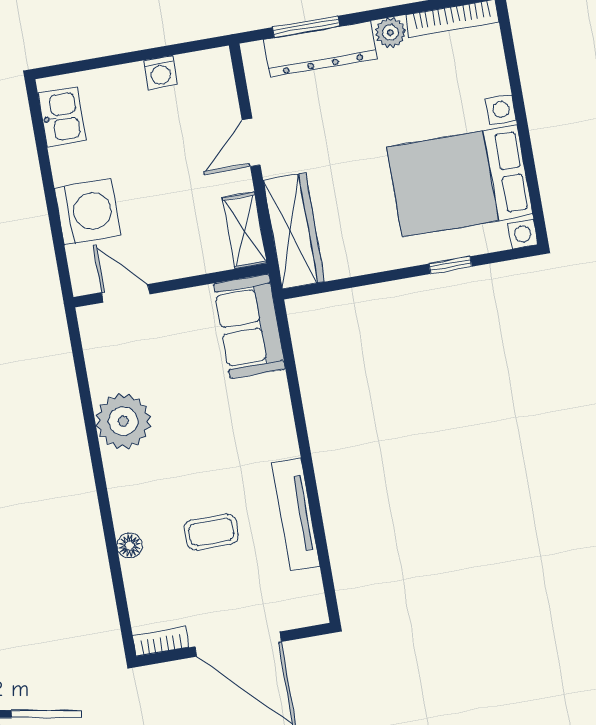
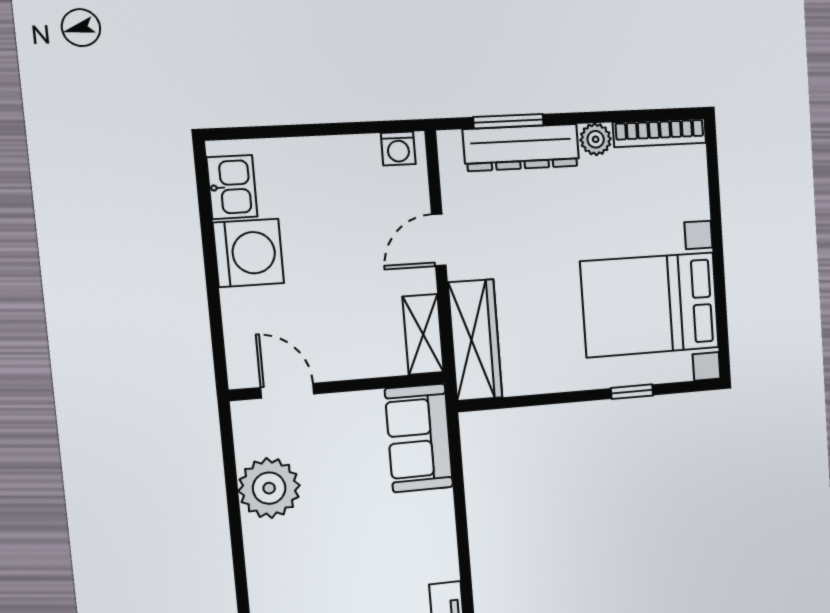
washing machine: (160, 72) -> (398, 149), moved
washing machine: (88, 212) -> (248, 253), moved
plant: (123, 421) -> (269, 488), moved

